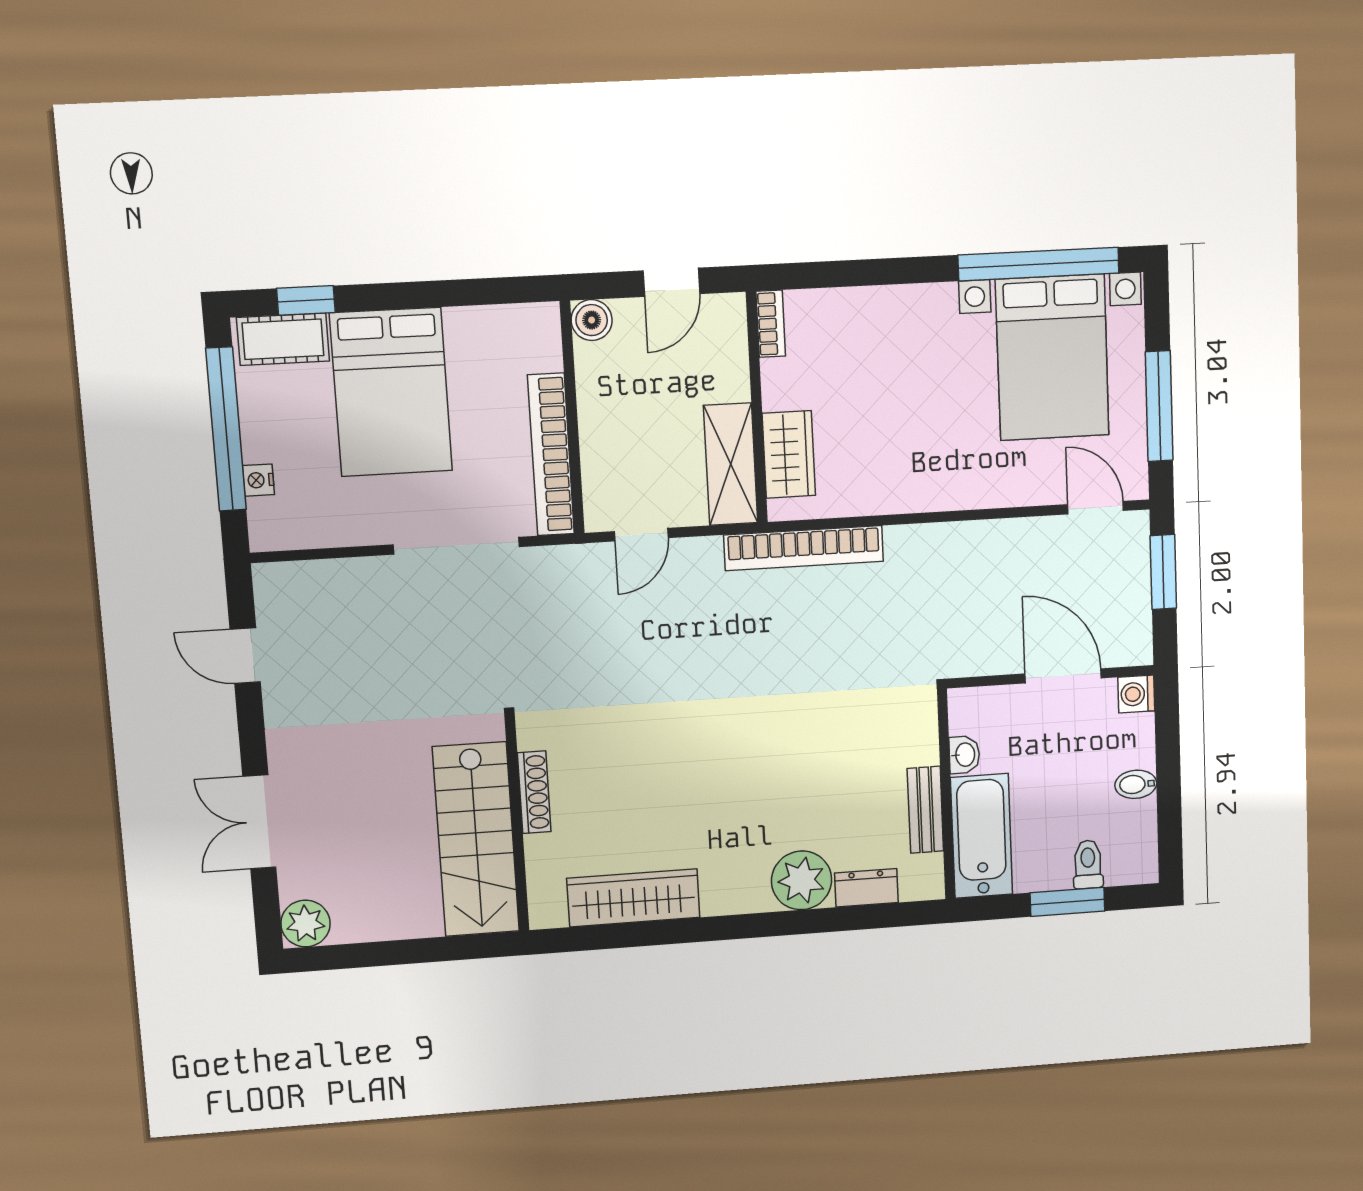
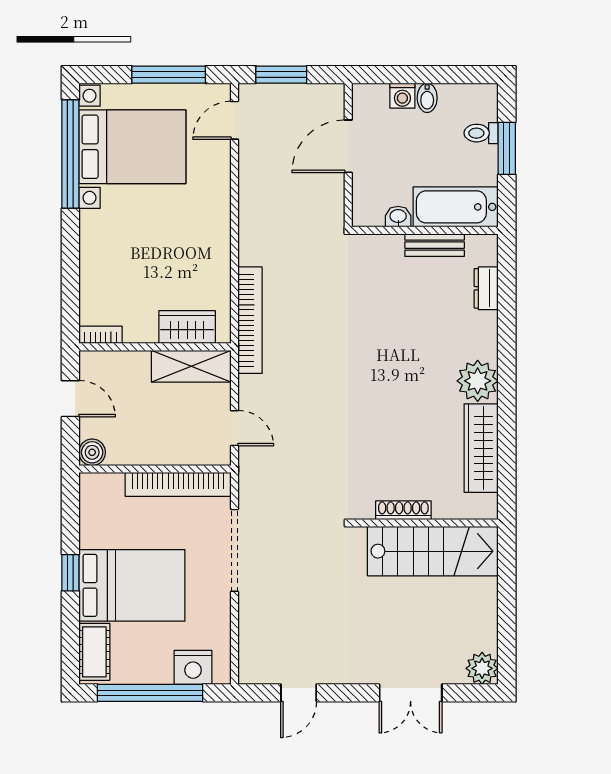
window: (306, 300) -> (70, 573), moved
nightstand: (258, 480) -> (193, 667), width x1.89, depth x1.79
washing machine: (1136, 694) -> (402, 96), moved
plant: (802, 880) -> (478, 381), moved

